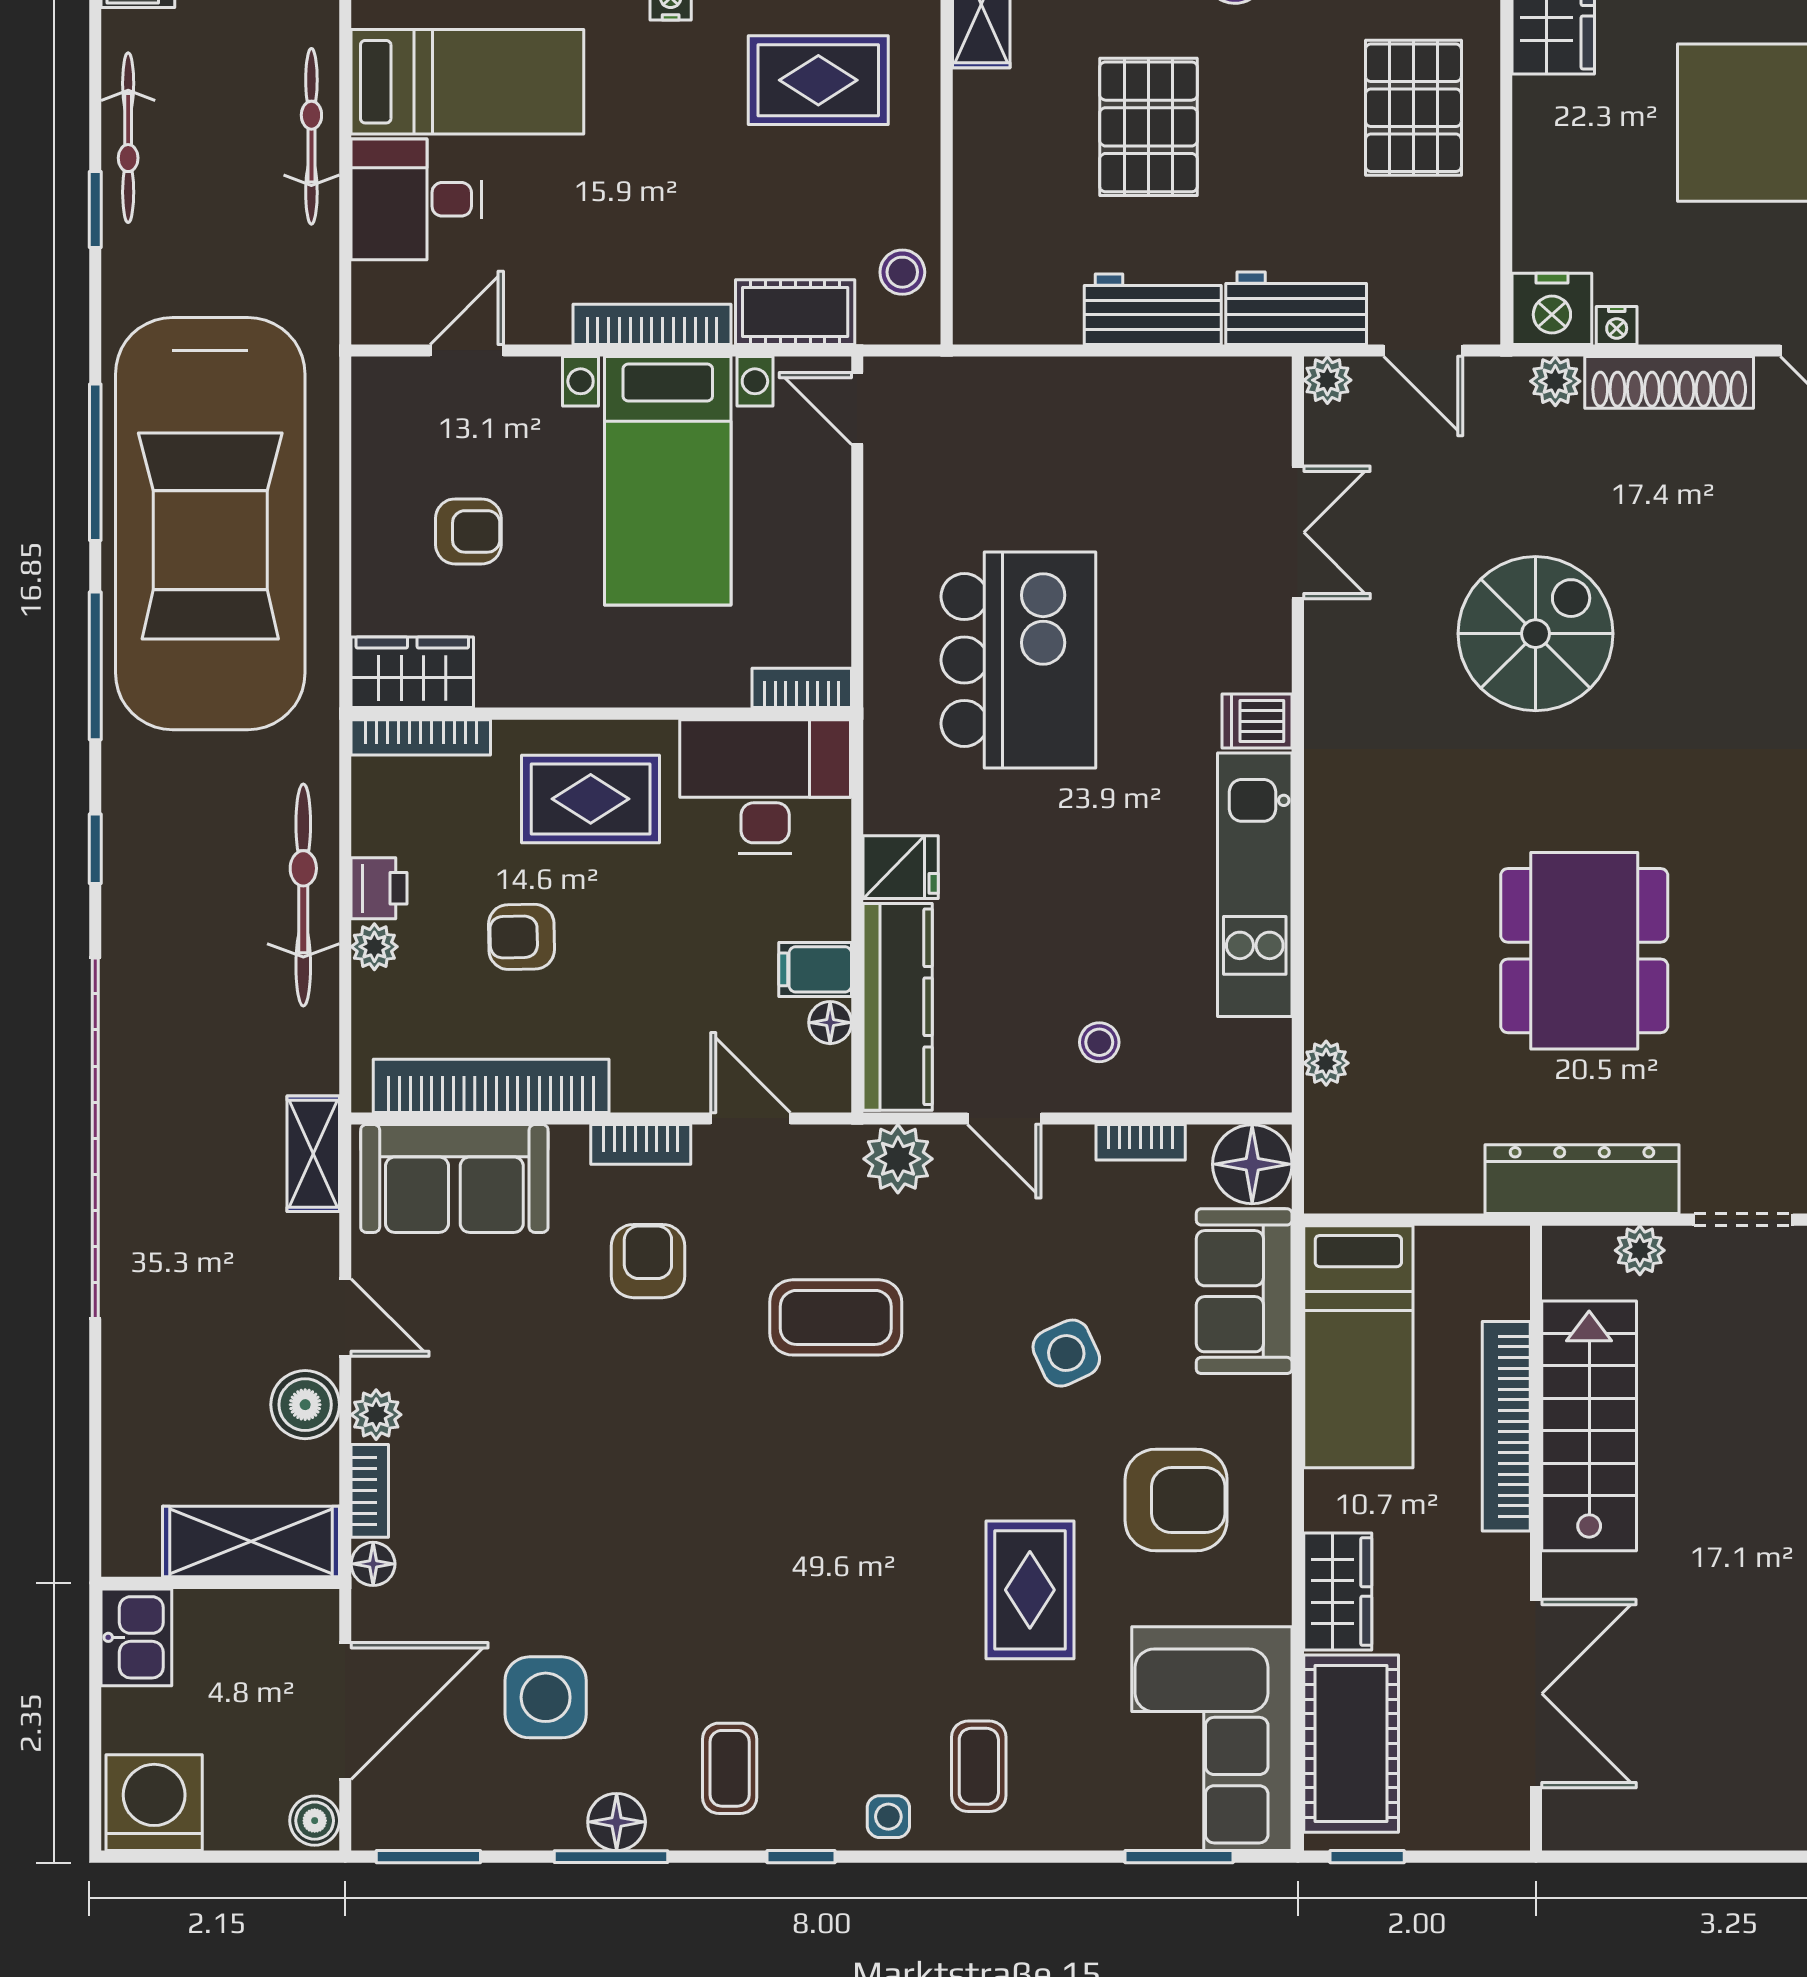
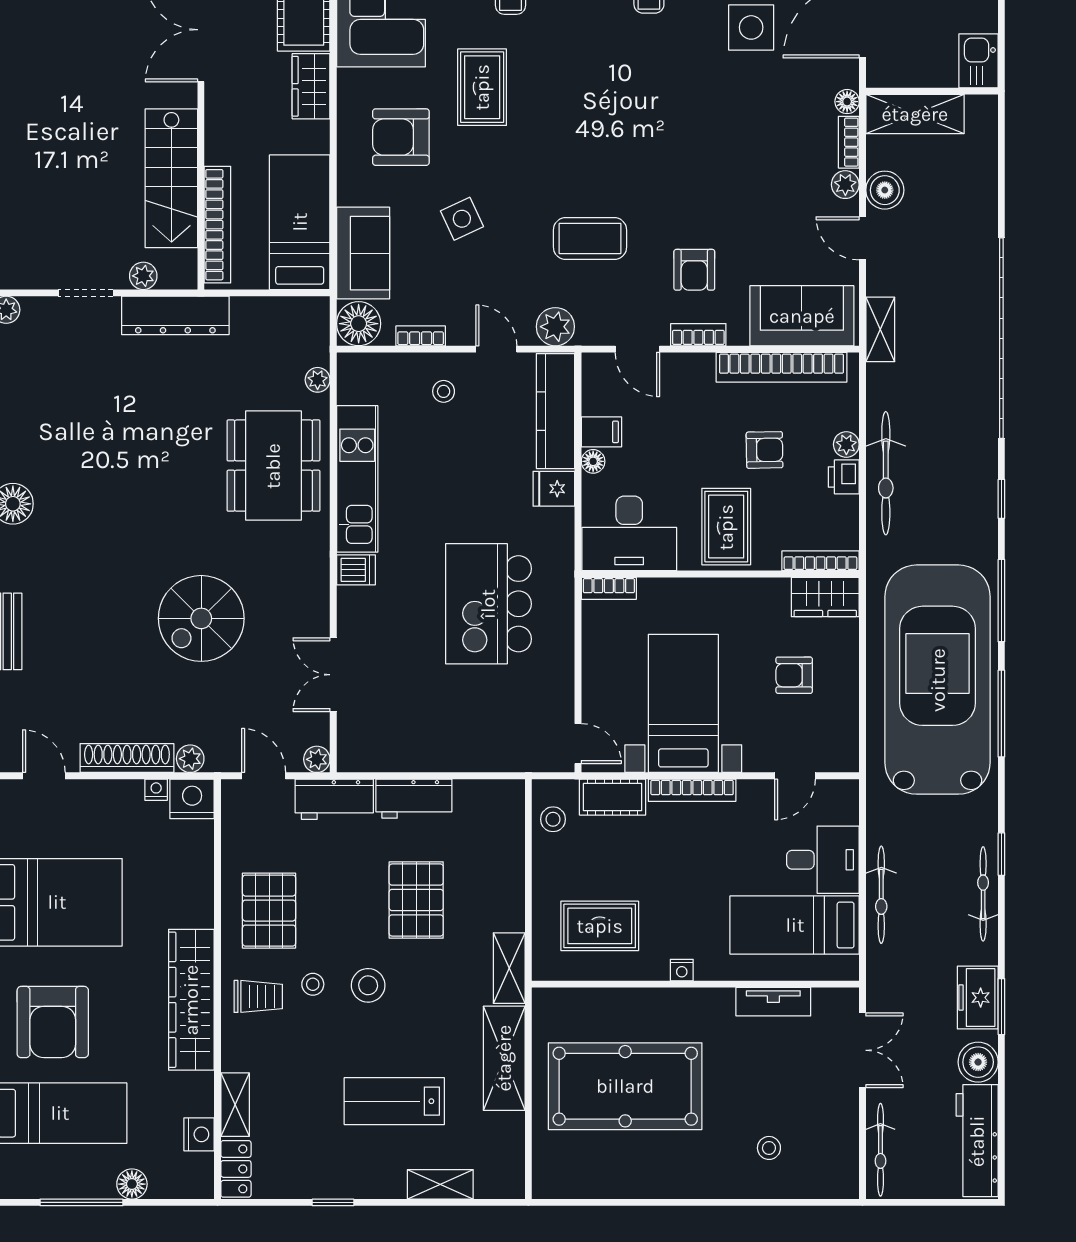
rug: (591, 799) -> (726, 527), turned 90
dining table: (1584, 951) -> (273, 466), moved
floor lamp: (830, 1023) -> (593, 461), moved
bookcase: (1506, 1426) -> (217, 225), moved

